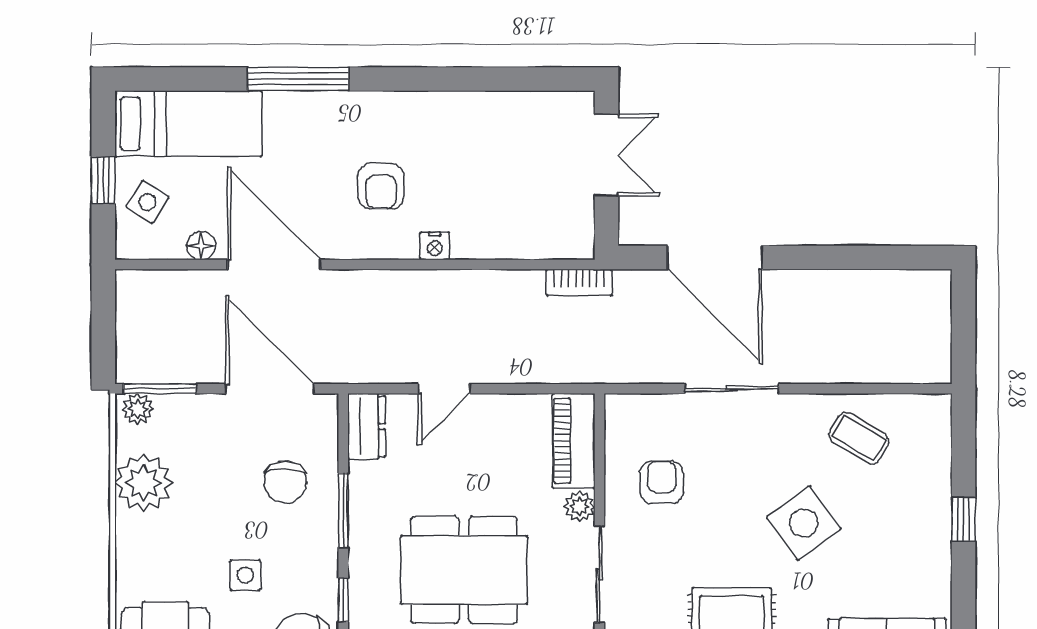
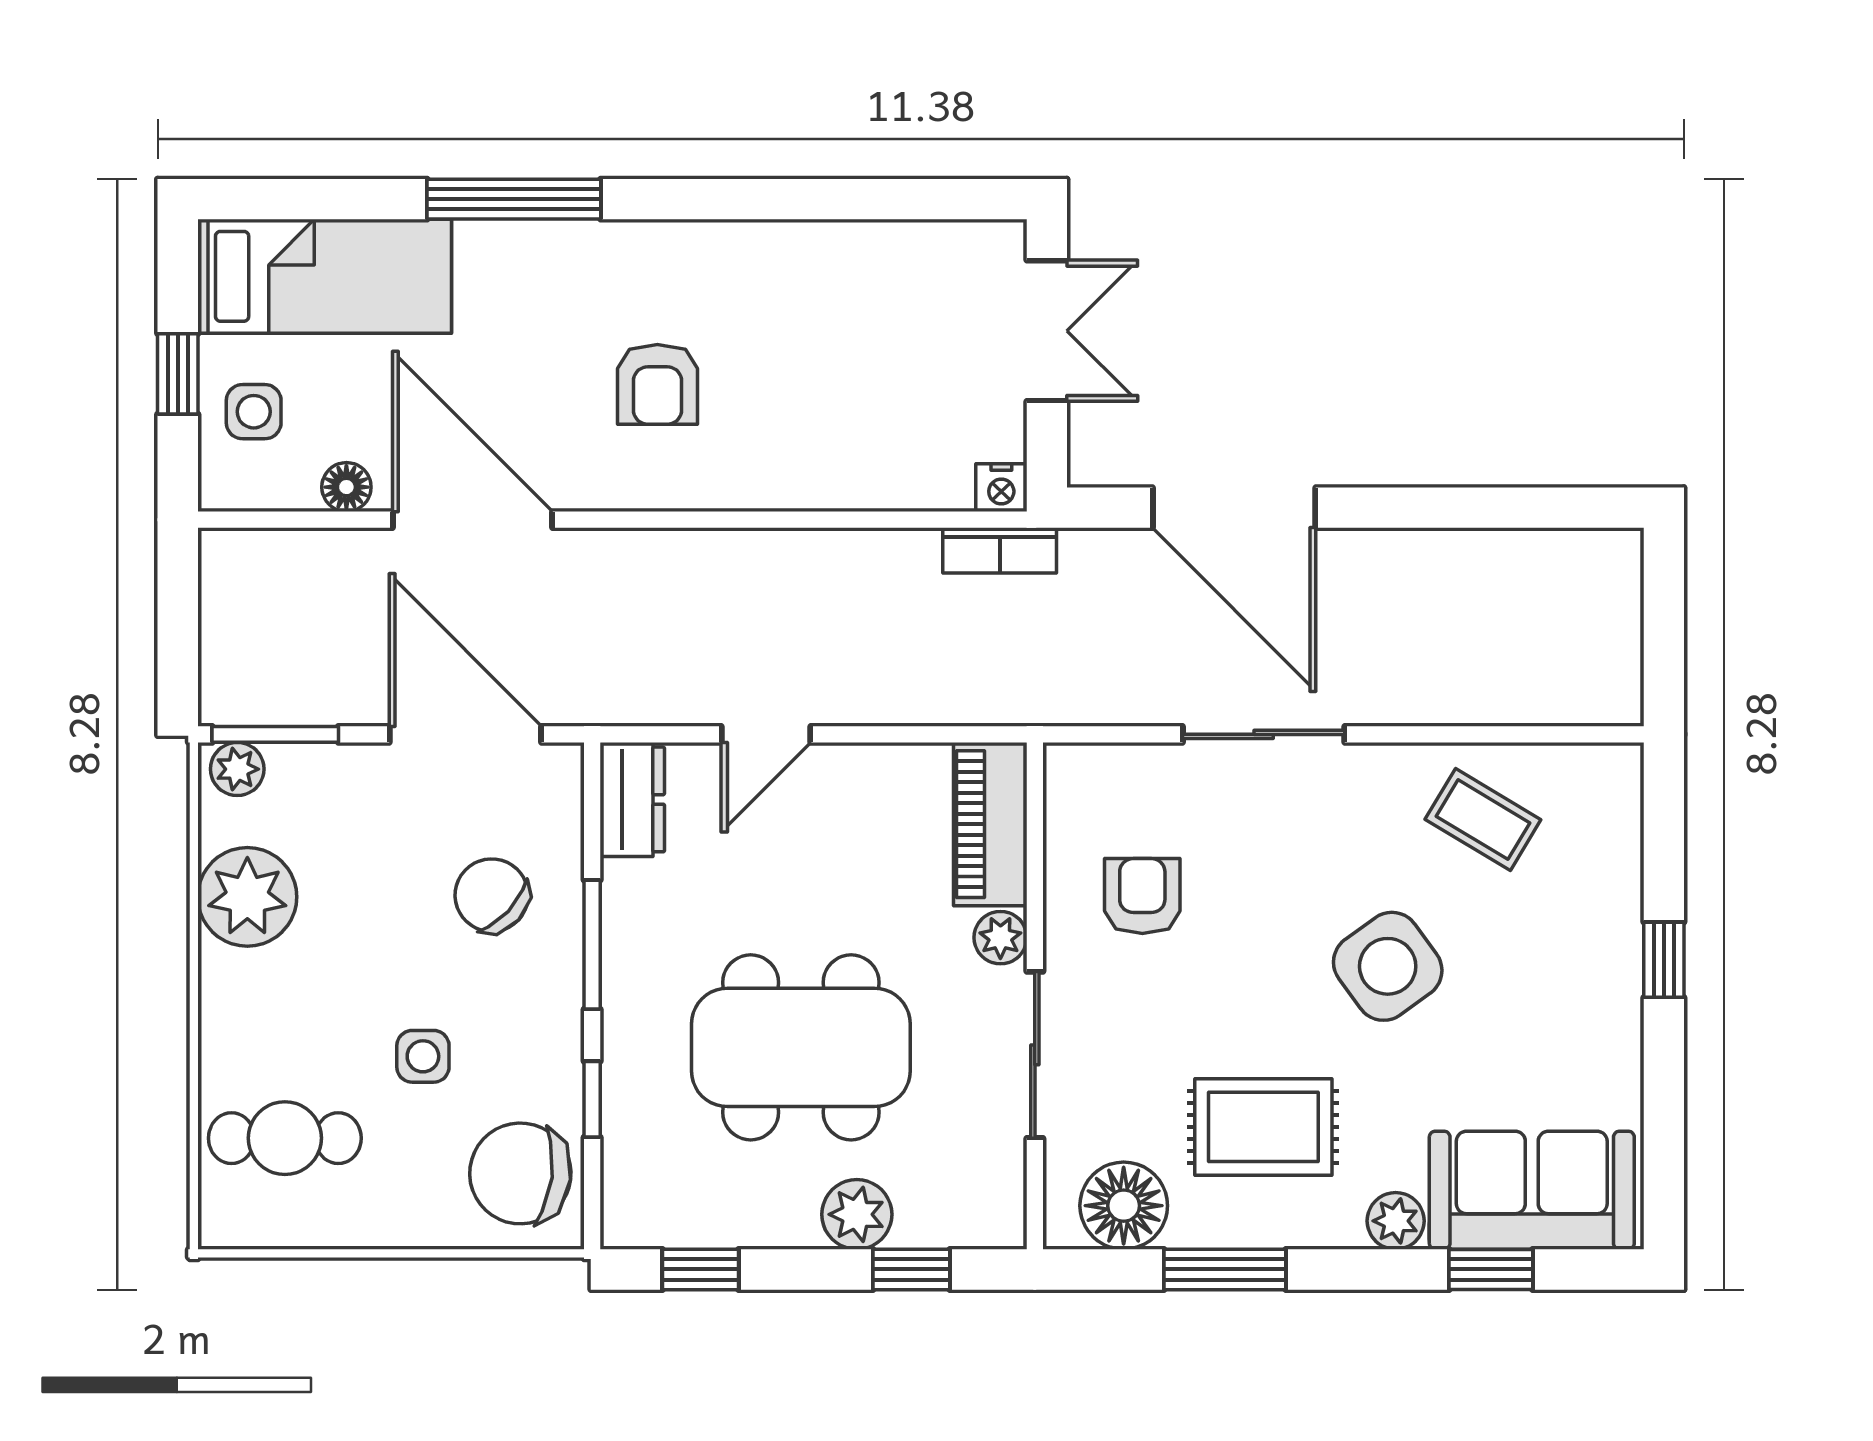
side table: (147, 202) -> (254, 412), turned -33
nightstand: (435, 246) -> (1001, 488), moved
chair: (285, 482) -> (492, 895), turned 133

